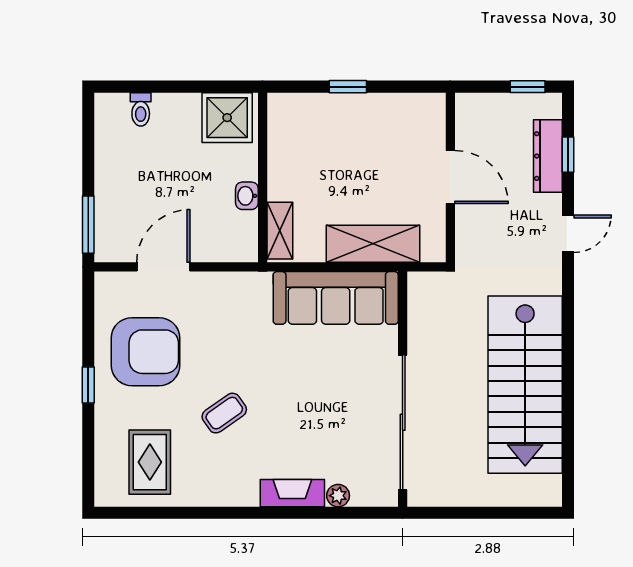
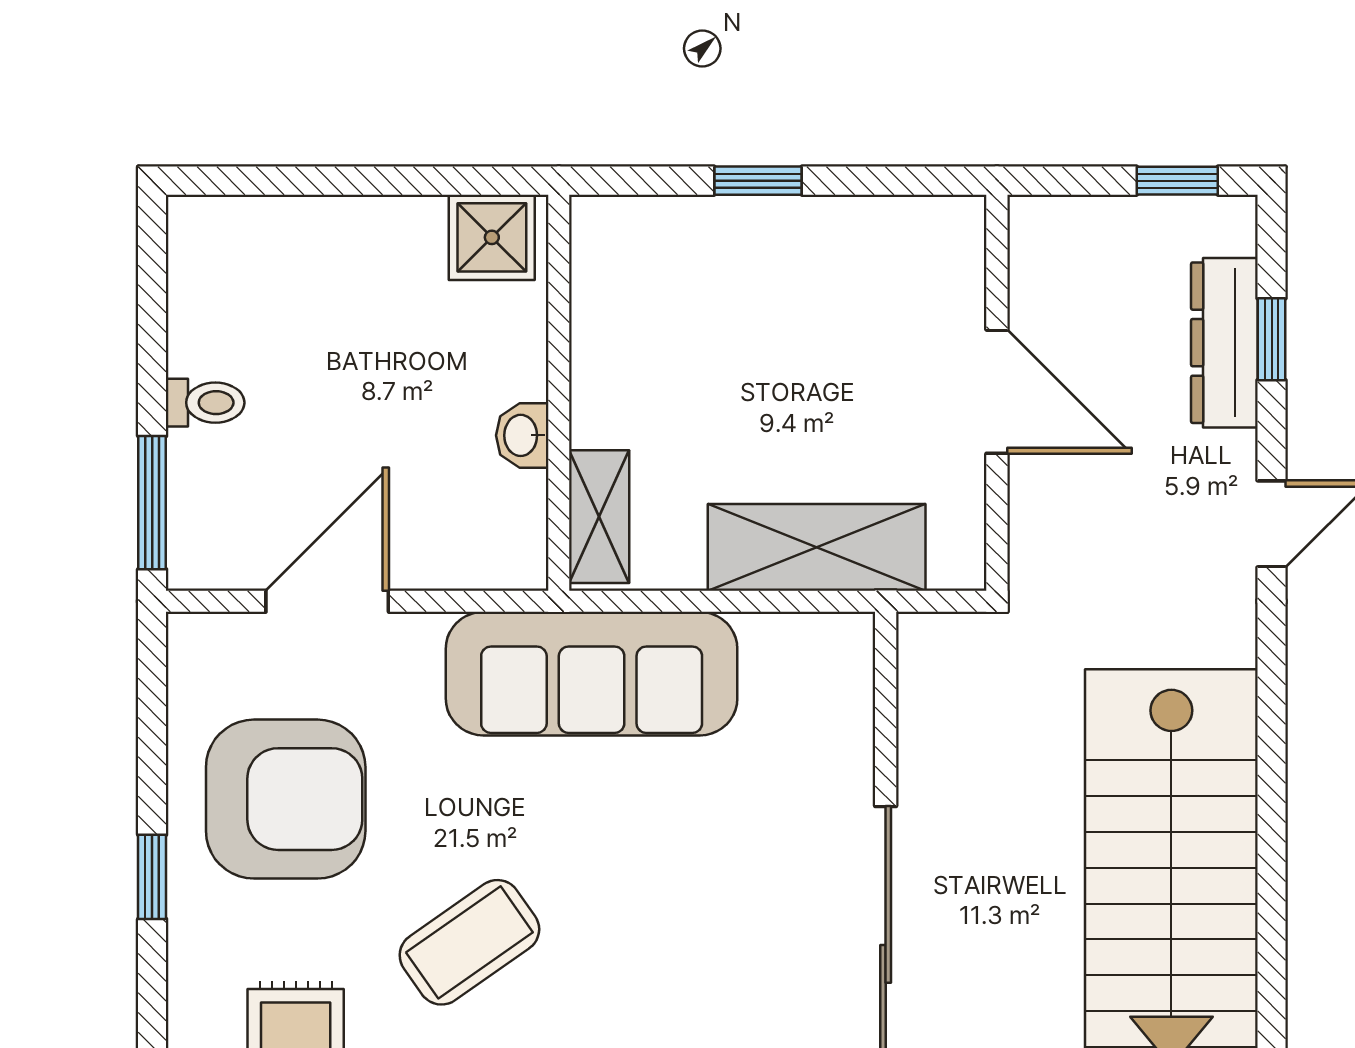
toilet: (141, 109) -> (205, 403), moved, turned -90
shower: (227, 118) -> (492, 237), width x0.73, depth x0.73
sofa: (336, 298) -> (592, 674), moved
coffee table: (224, 413) -> (469, 942), width x1.36, depth x1.30

